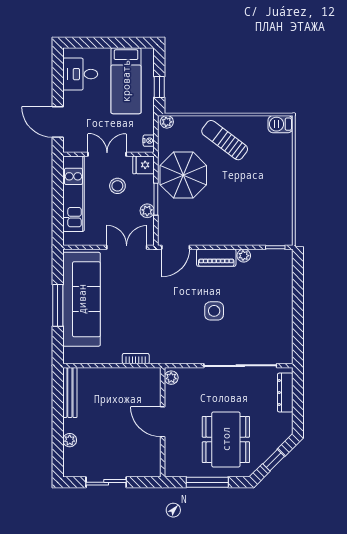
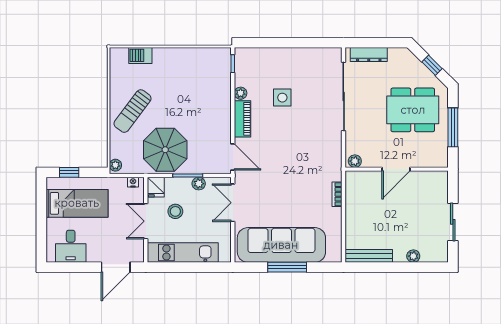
window: (159, 87) -> (69, 172), moved
barbecue: (280, 124) -> (140, 55), moved, turned 90
side table: (214, 311) -> (282, 98), moved

